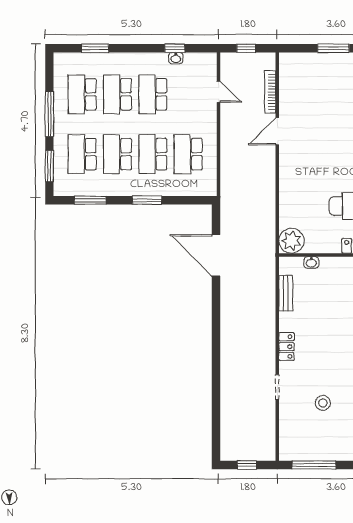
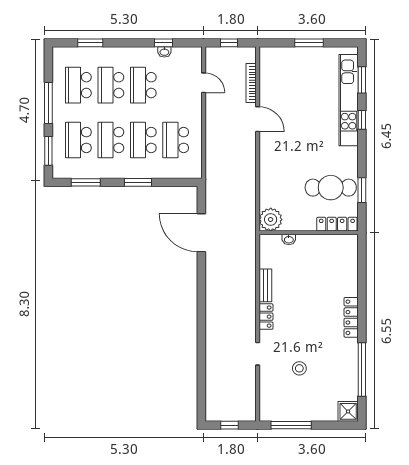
door: (277, 131) -> (258, 119), swing flipped
bench: (286, 293) -> (265, 285), moved

